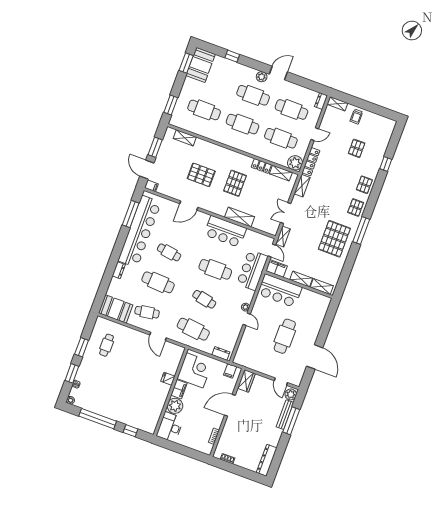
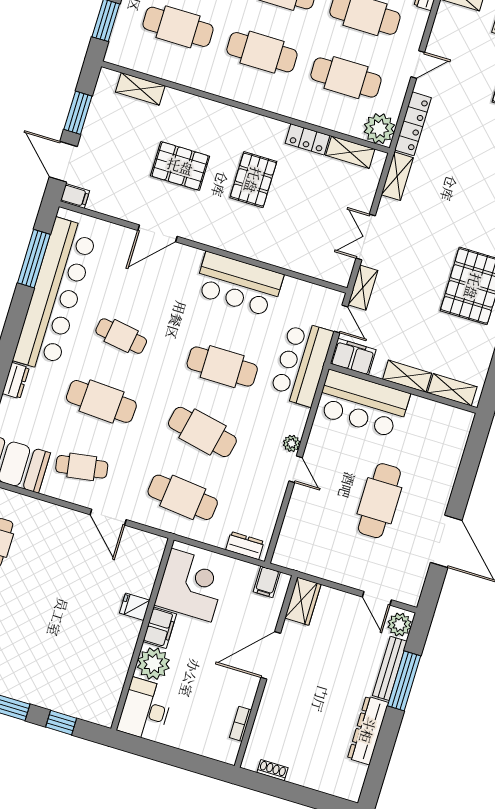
shelving: (240, 217) -> (267, 251), removed
cafe table: (204, 299) -> (202, 432), width x1.37, depth x1.35
dresser: (267, 460) -> (368, 730), moved

